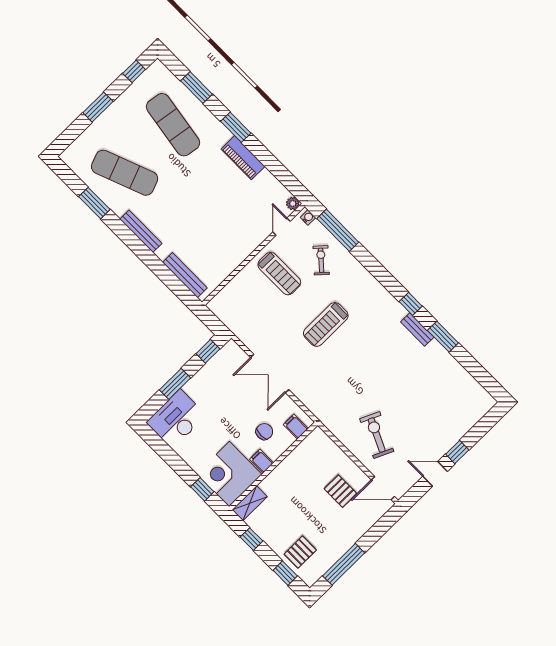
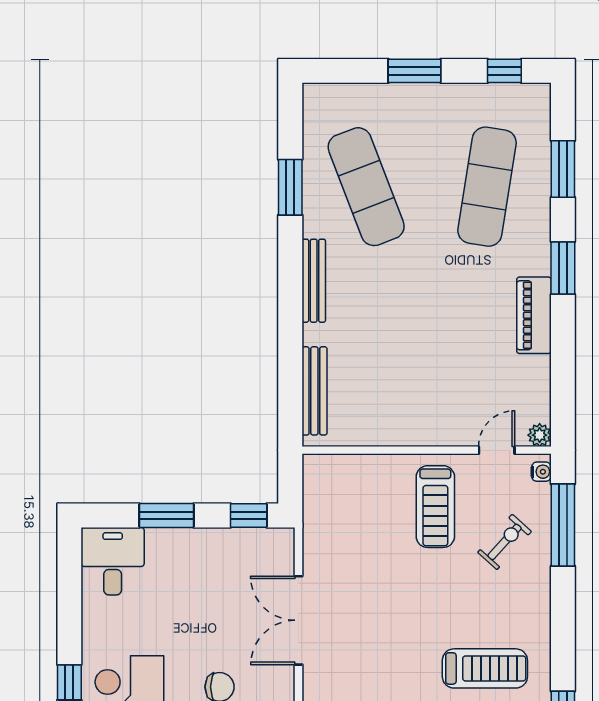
treadmill: (326, 324) -> (485, 668), moved, turned 180
desk: (176, 419) -> (113, 561), width x0.73

